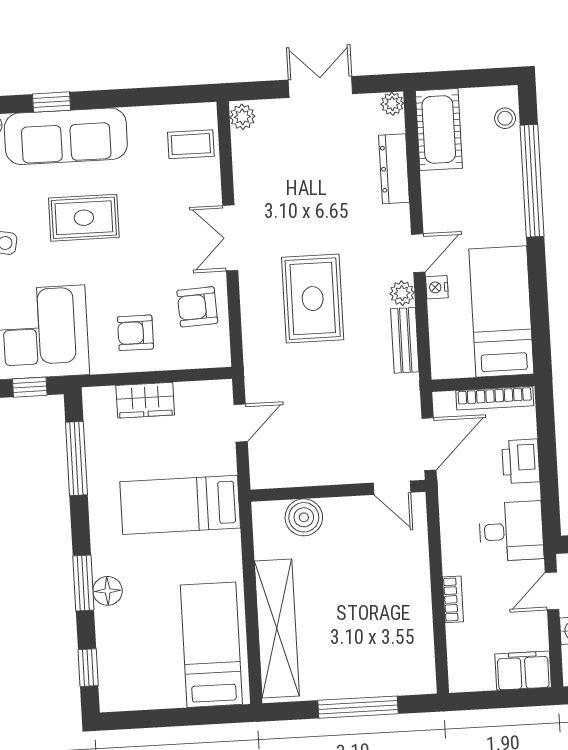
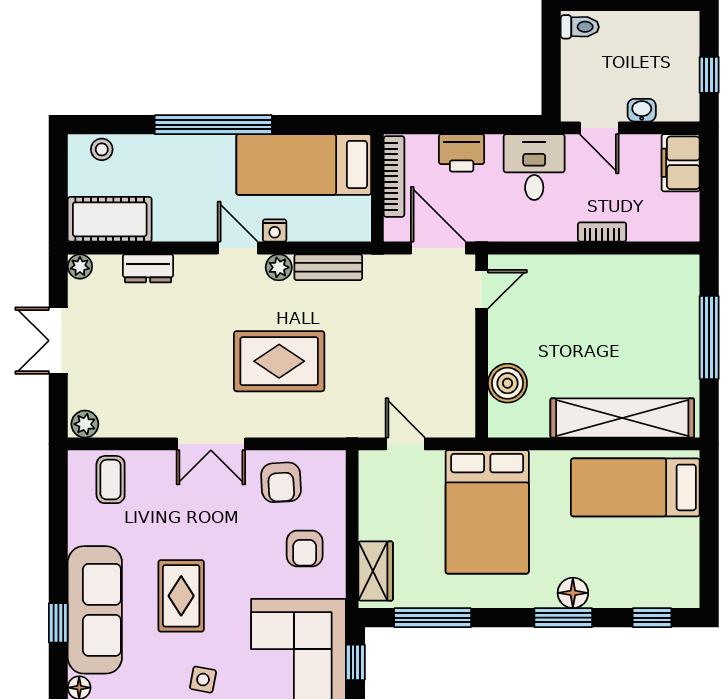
dresser: (394, 169) -> (148, 268), width x0.70
window: (532, 181) -> (213, 125), moved
wardrobe: (145, 400) -> (376, 571), moved
bed: (180, 505) -> (487, 512), width x1.50

